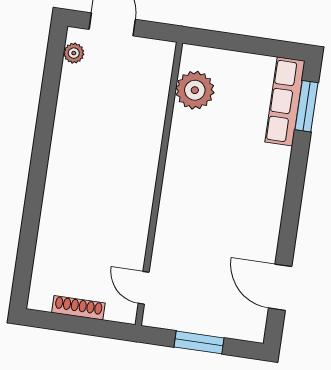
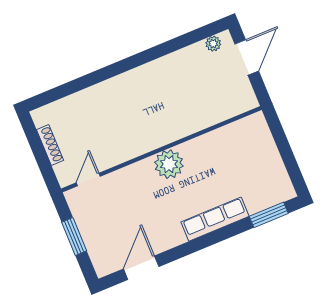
plant: (195, 90) -> (169, 164), moved
row of seats: (285, 101) -> (215, 219), moved

